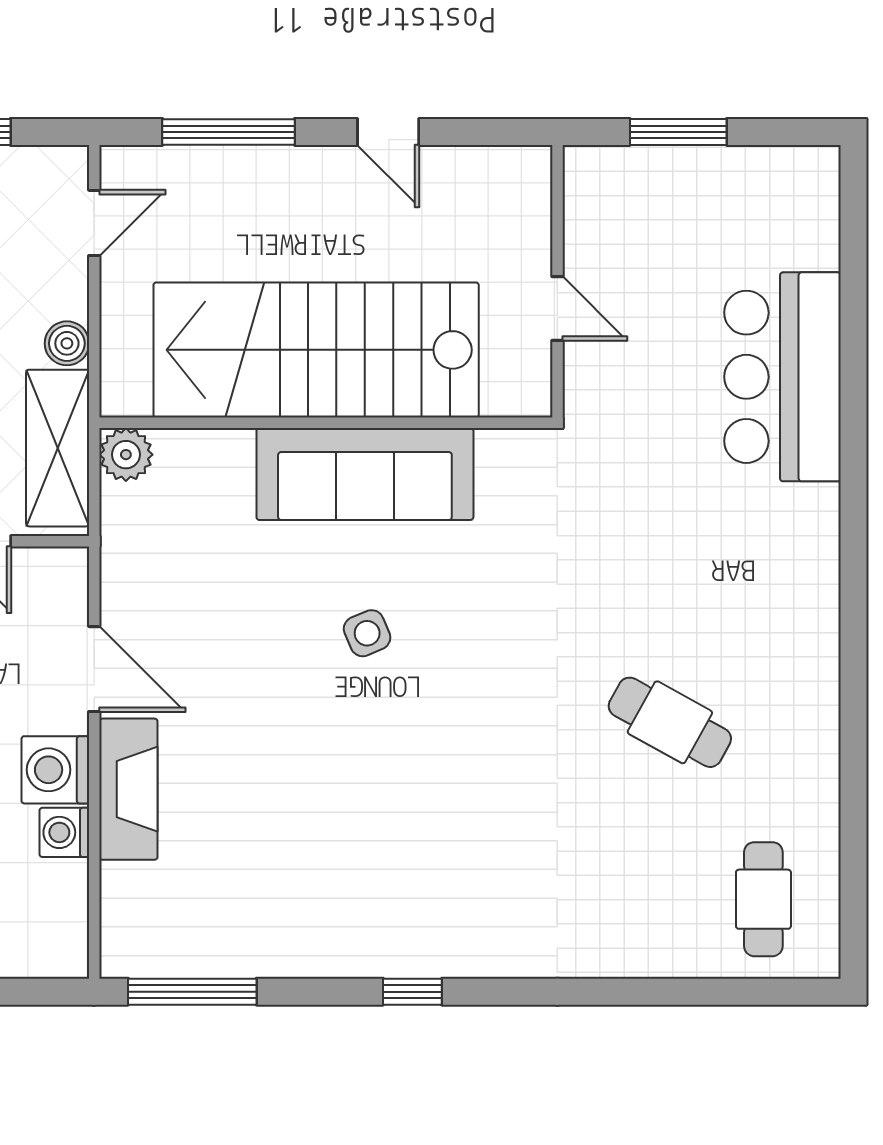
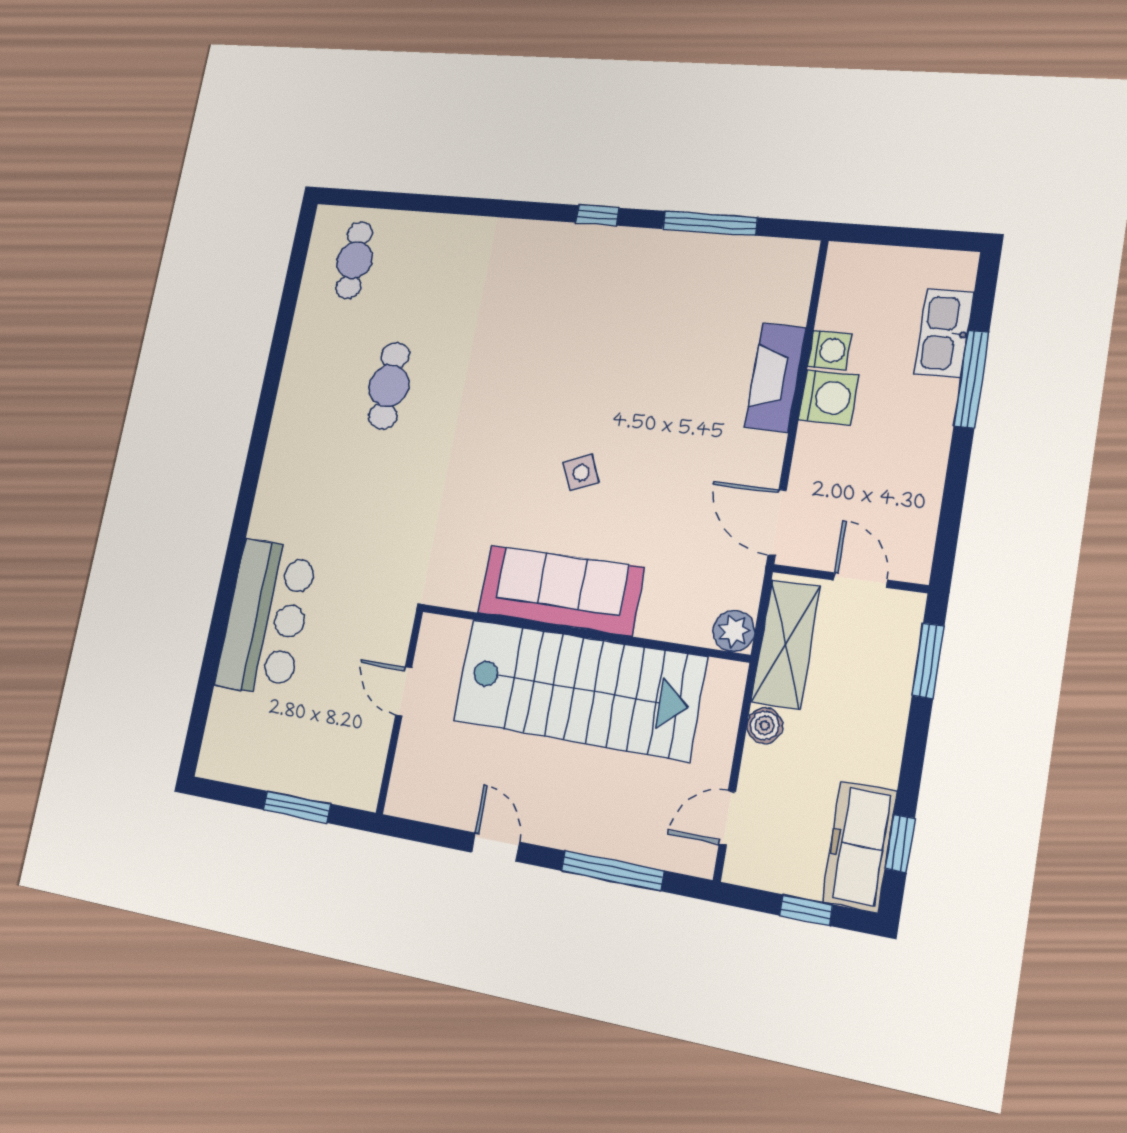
door: (94, 669) -> (777, 523), moved
cafe table: (670, 722) -> (389, 386), turned 61
window: (192, 992) -> (710, 223), moved

